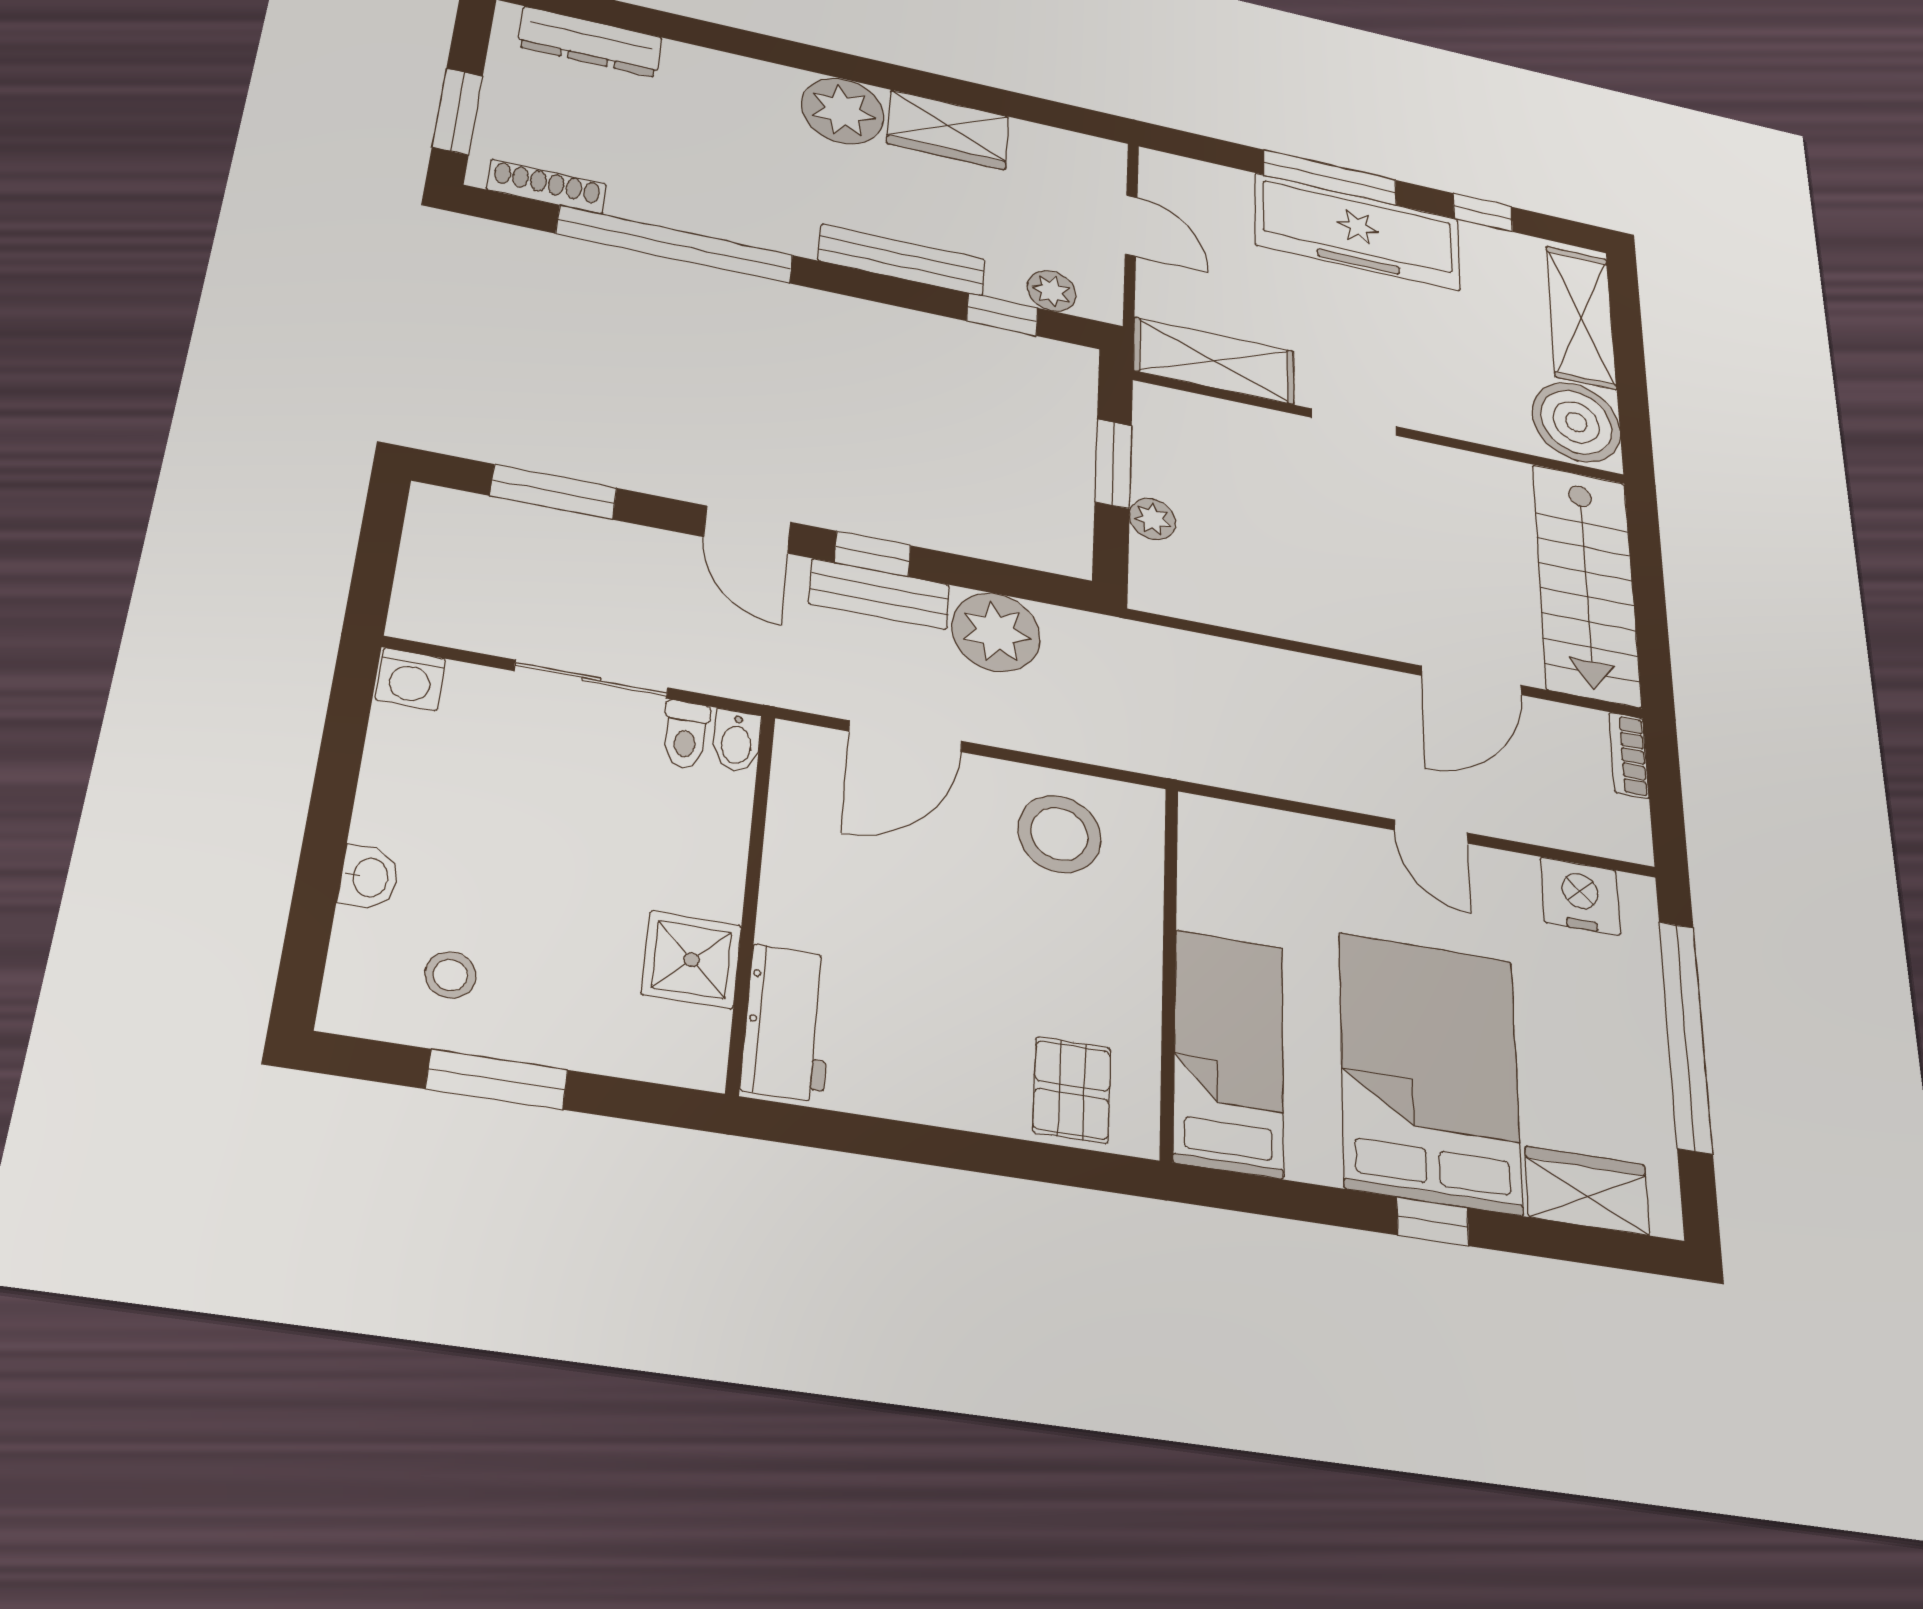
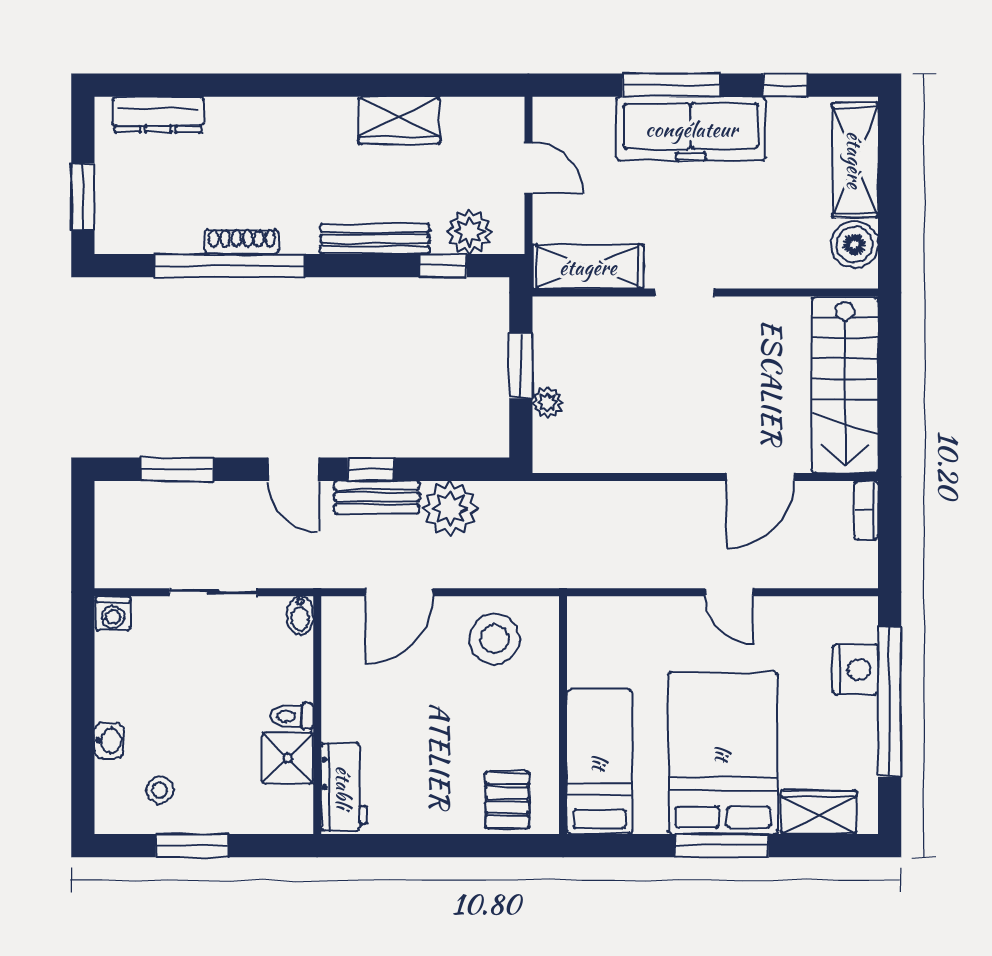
plant: (843, 111) -> (328, 124), removed
shoe rack: (547, 187) -> (242, 242), moved
plant: (1052, 291) -> (469, 232), width x1.38, depth x1.38
boiler: (1576, 422) -> (854, 244), width x0.73, depth x0.73
toilet: (686, 735) -> (292, 716), moved, turned 90
nightstand: (1580, 896) -> (855, 669), moved, turned 90
window: (1433, 1221) -> (722, 846), width x2.17

